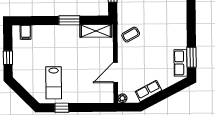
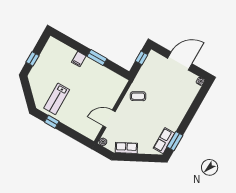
shelving: (96, 31) -> (113, 78), removed
filing cabinet: (26, 32) -> (79, 59), moved

